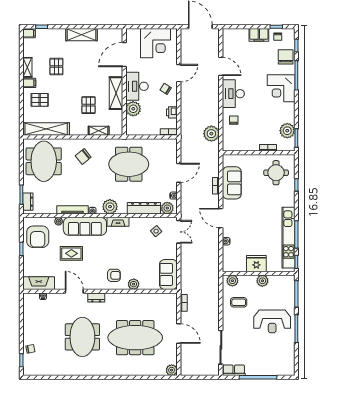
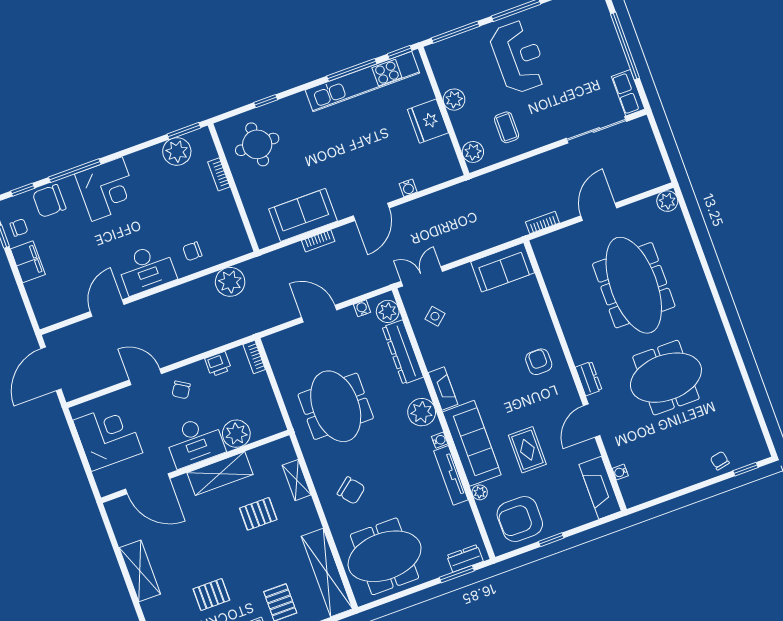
armchair: (38, 237) -> (520, 519), turned 180
plant: (134, 284) -> (542, 322), removed

